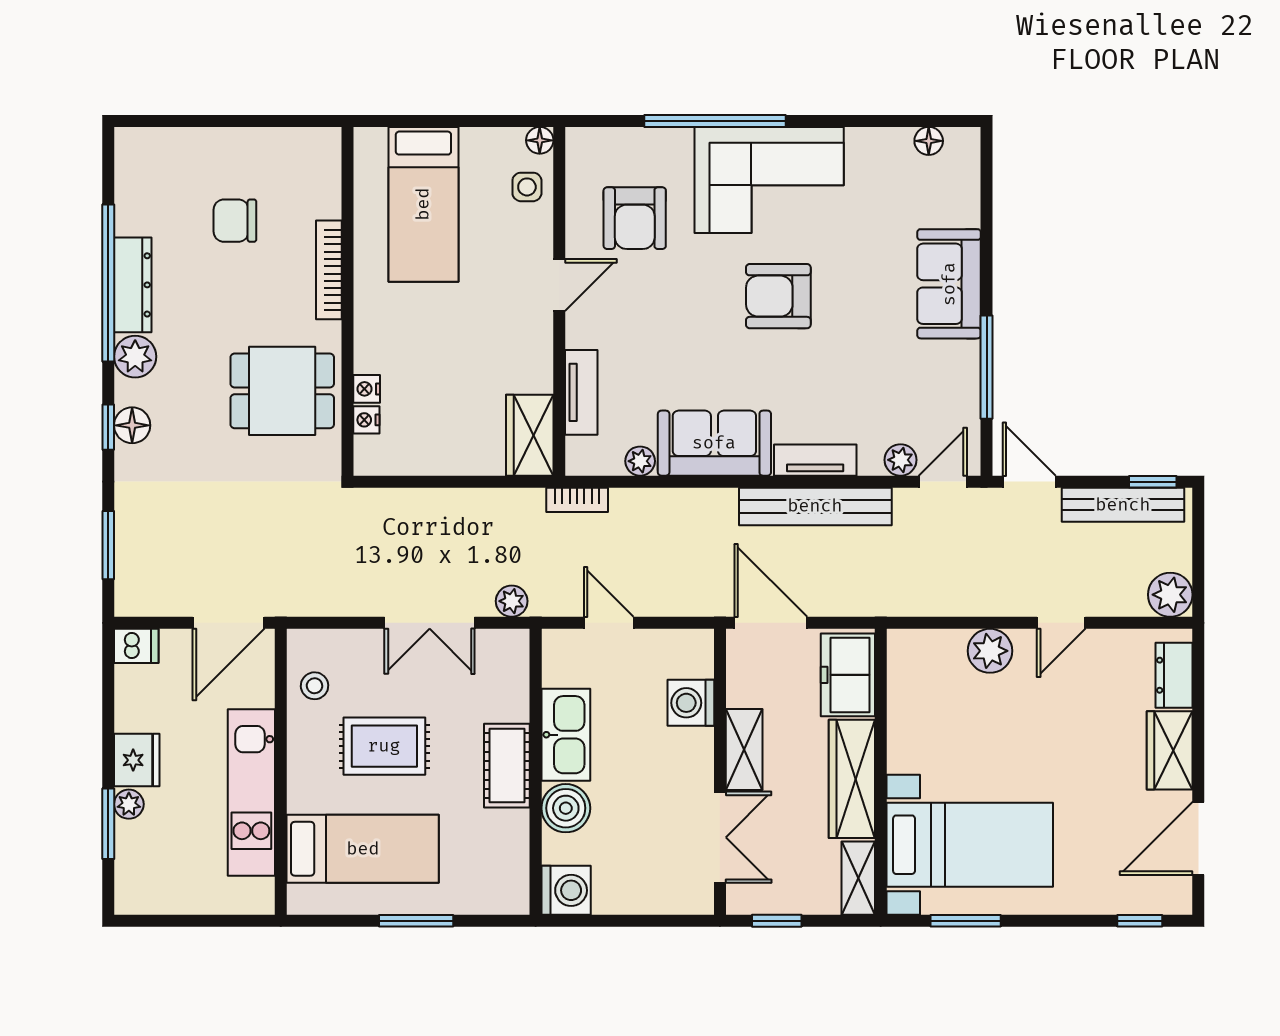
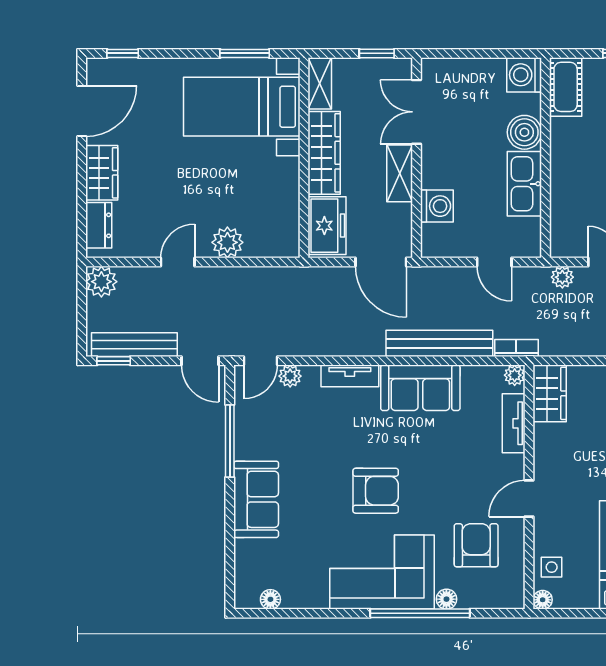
floor lamp: (677, 141) -> (446, 599), added
plant: (640, 461) -> (515, 375), moved
bench: (815, 506) -> (439, 343), moved
cot: (507, 766) -> (566, 87), moved

